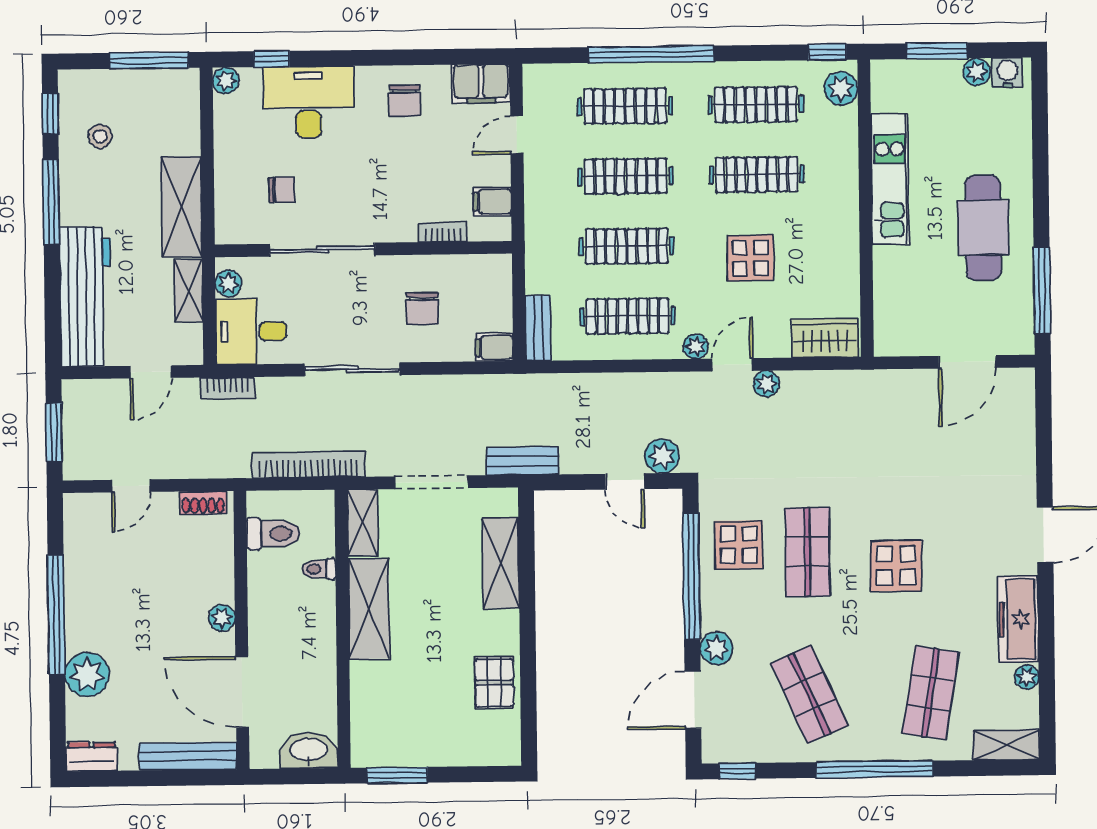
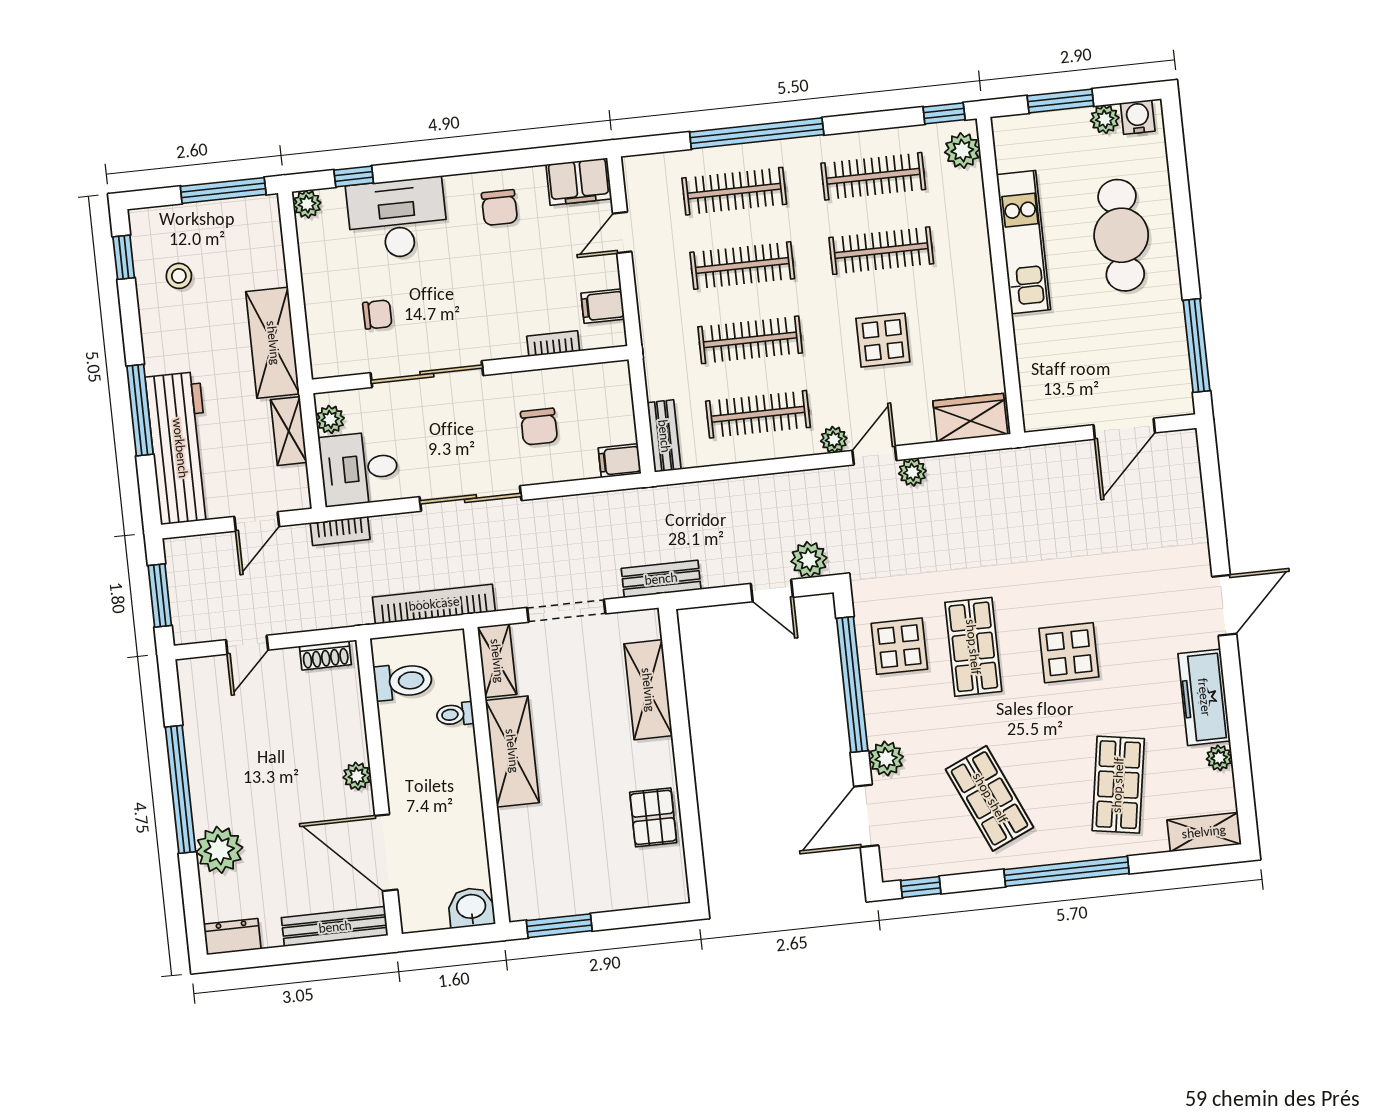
window: (51, 202) -> (140, 410), moved
cafe table: (983, 228) -> (1121, 235), moved
washbasin: (309, 751) -> (471, 908), width x0.72

